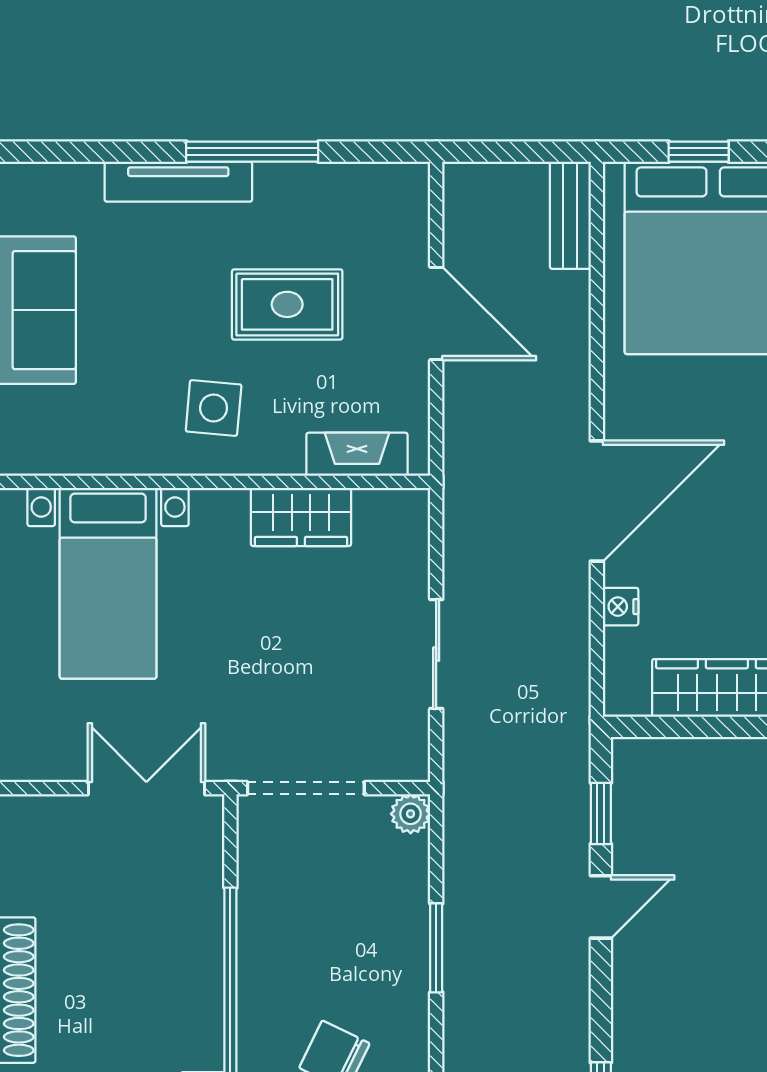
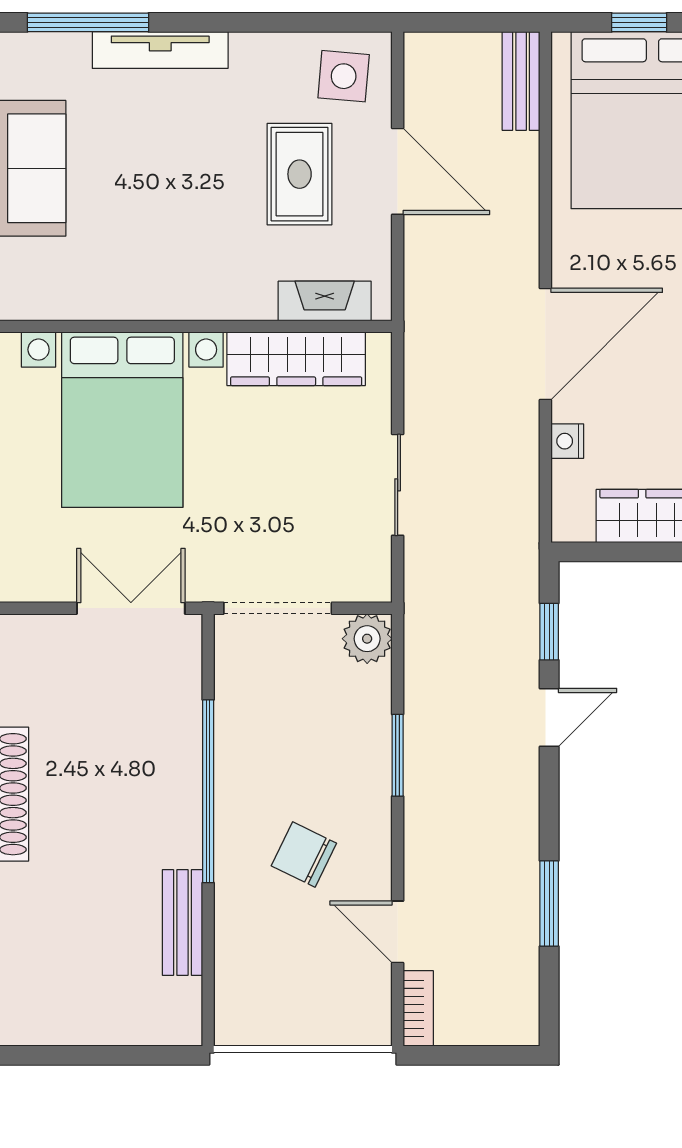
window: (252, 152) -> (88, 22), moved
rug: (287, 304) -> (300, 174), moved, turned 90
side table: (214, 408) -> (344, 76), moved
wardrobe: (301, 517) -> (296, 359), width x1.50
bed with nightstands: (108, 583) -> (122, 420), width x1.36
plant: (411, 814) -> (367, 639), width x1.38, depth x1.38

